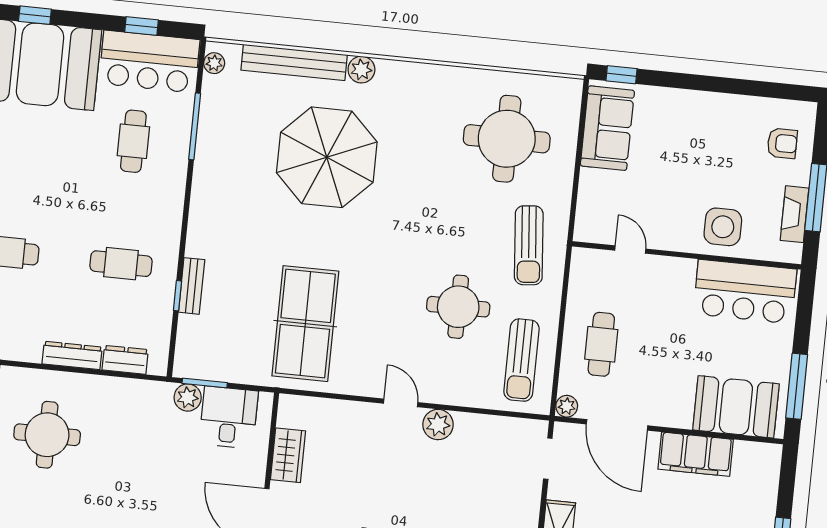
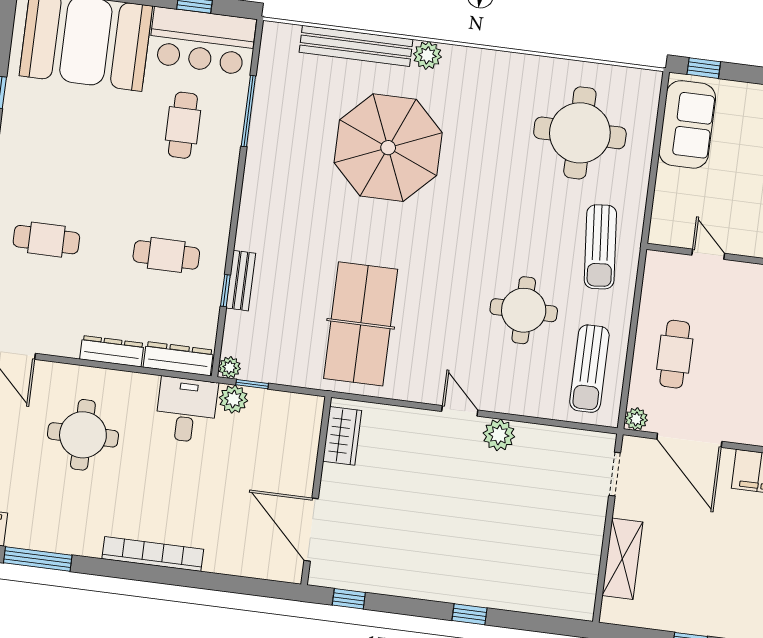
plant: (214, 63) -> (230, 367), moved
dresser: (125, 360) -> (178, 359), width x1.44
window: (205, 383) -> (252, 384), width x0.67
desk: (229, 417) -> (186, 410), moved
wardrobe: (288, 455) -> (342, 436), moved

